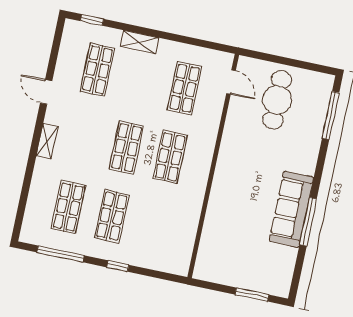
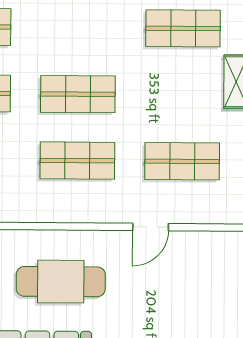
door: (231, 82) -> (151, 227), moved
cafe table: (277, 100) -> (61, 282), moved

